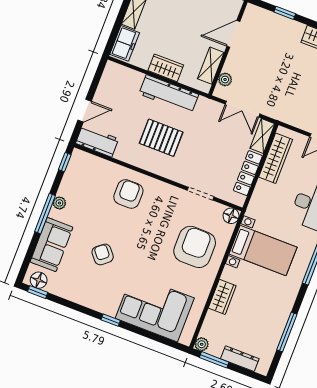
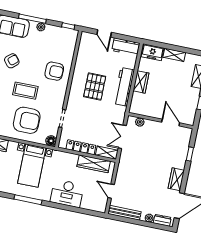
shelving: (211, 66) -> (147, 111), removed
workbench: (97, 141) -> (126, 47), moved, turned 90
coffee table: (150, 242) -> (25, 91), added

